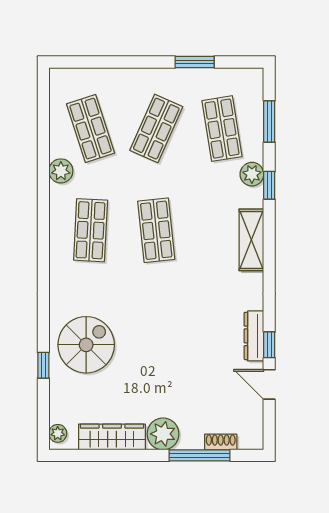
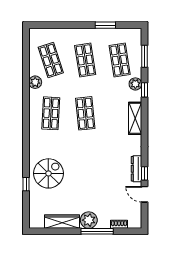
shop shelf: (156, 129) -> (85, 60), turned -33
plant: (58, 433) -> (34, 220), removed
window: (200, 455) -> (97, 231), moved

